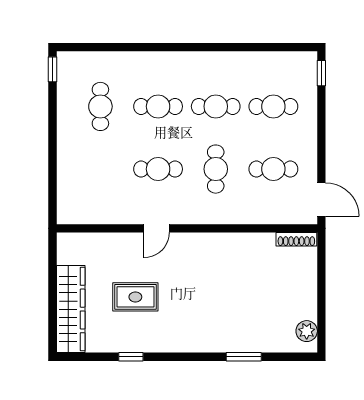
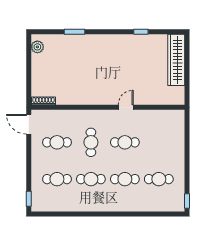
cafe table: (100, 106) -> (159, 179), turned 90
rug: (135, 297) -> (138, 67), removed

